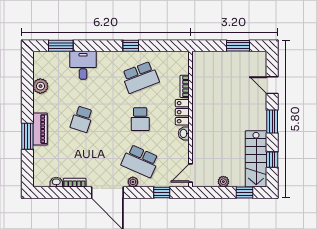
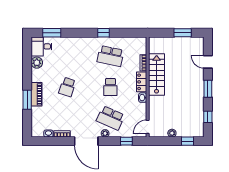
desk: (83, 65) -> (42, 46), moved, turned -90
school desk: (140, 77) -> (110, 56), turned 33
stairs: (256, 159) -> (157, 75), moved, turned 180

